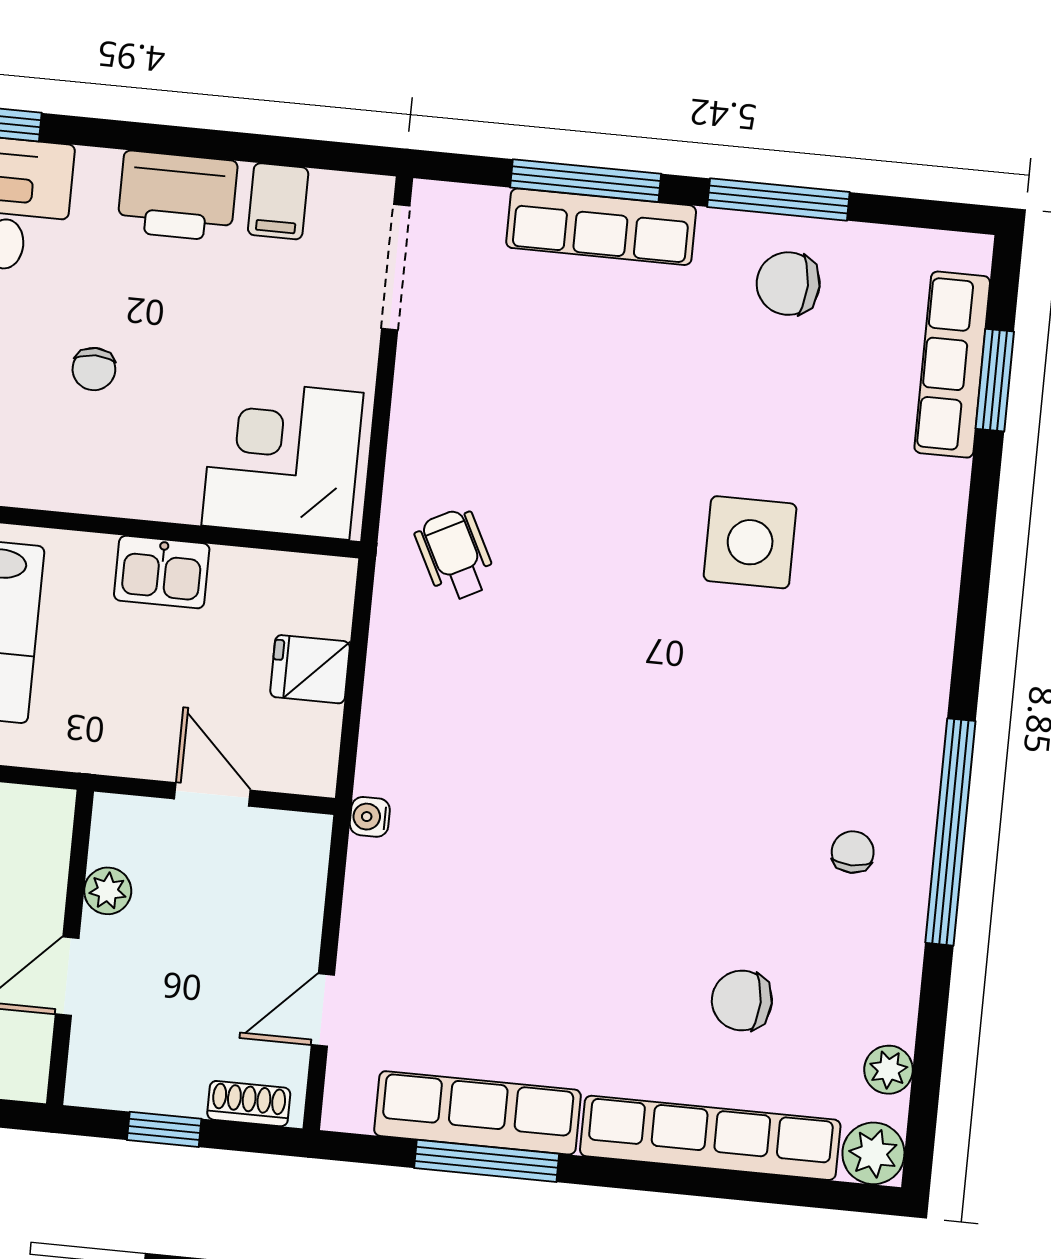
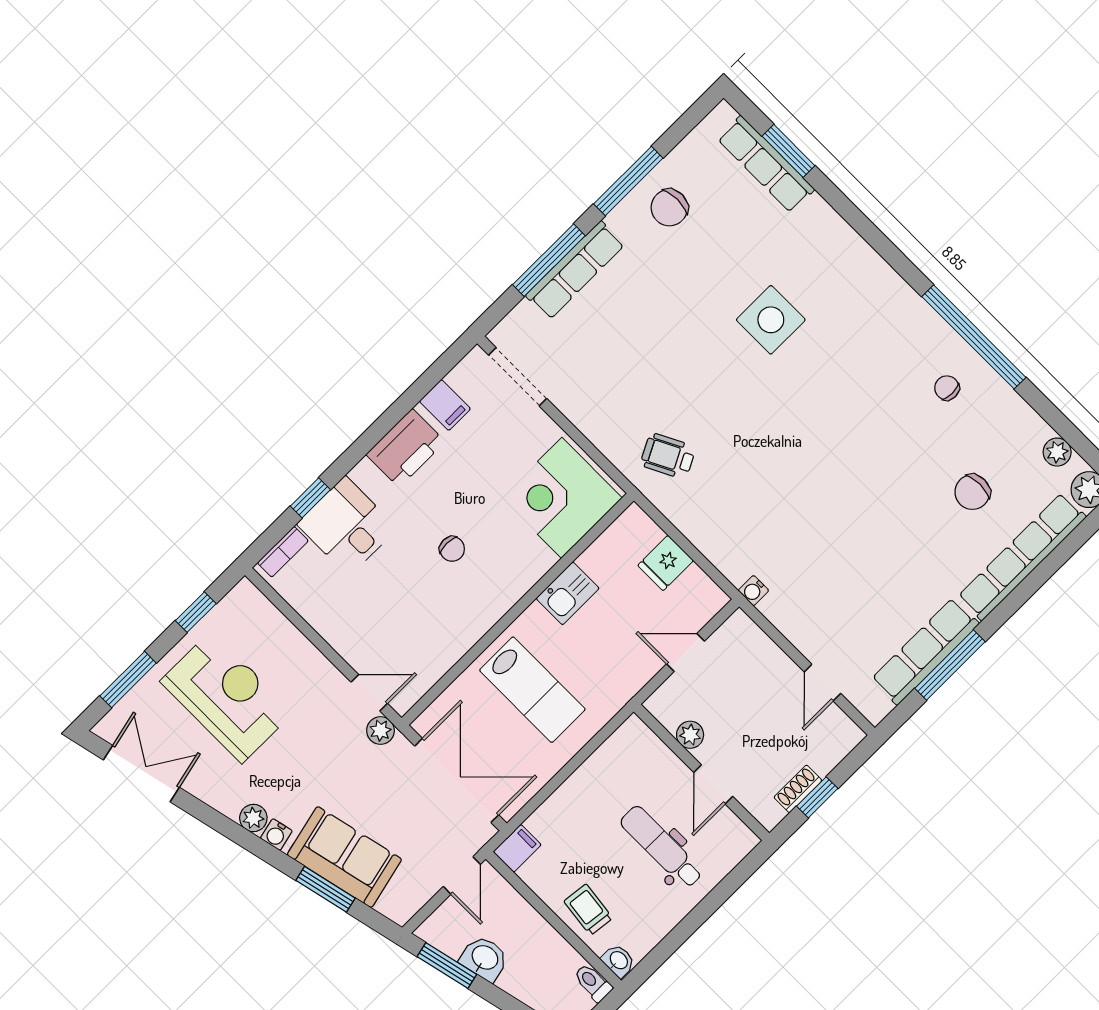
shoe rack: (249, 1104) -> (798, 789), moved

